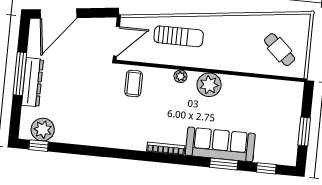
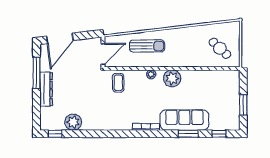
window: (20, 74) -> (37, 73), moved
plant: (43, 130) -> (73, 122), moved

